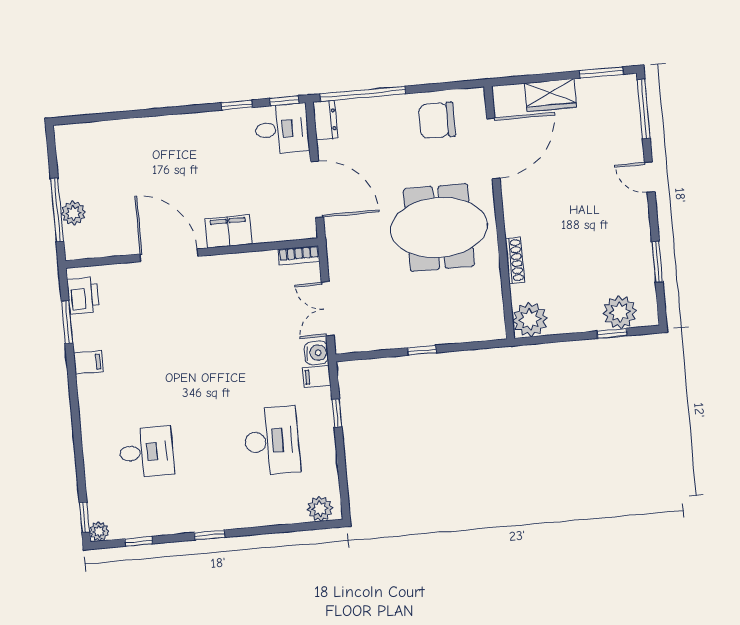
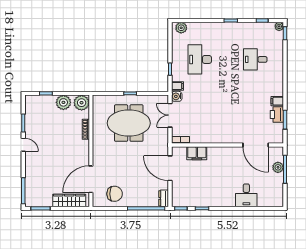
wardrobe: (550, 95) -> (69, 200), width x1.50
desk: (282, 129) -> (246, 195), moved, turned -90
door: (650, 177) -> (23, 145), moved
meeting table: (439, 228) -> (129, 123), moved
filing cabinet: (229, 231) -> (197, 153), moved
door: (169, 255) -> (256, 145), moved
printer: (83, 296) -> (277, 114), moved
double door: (328, 309) -> (170, 115), swing flipped
plant: (620, 312) -> (63, 102), moved

